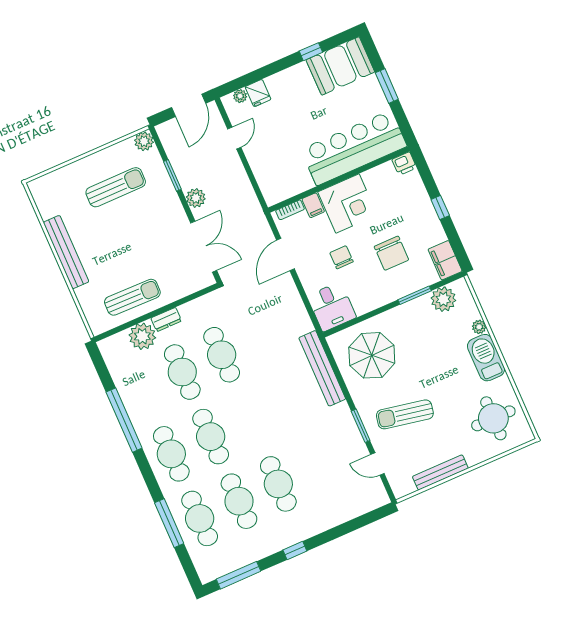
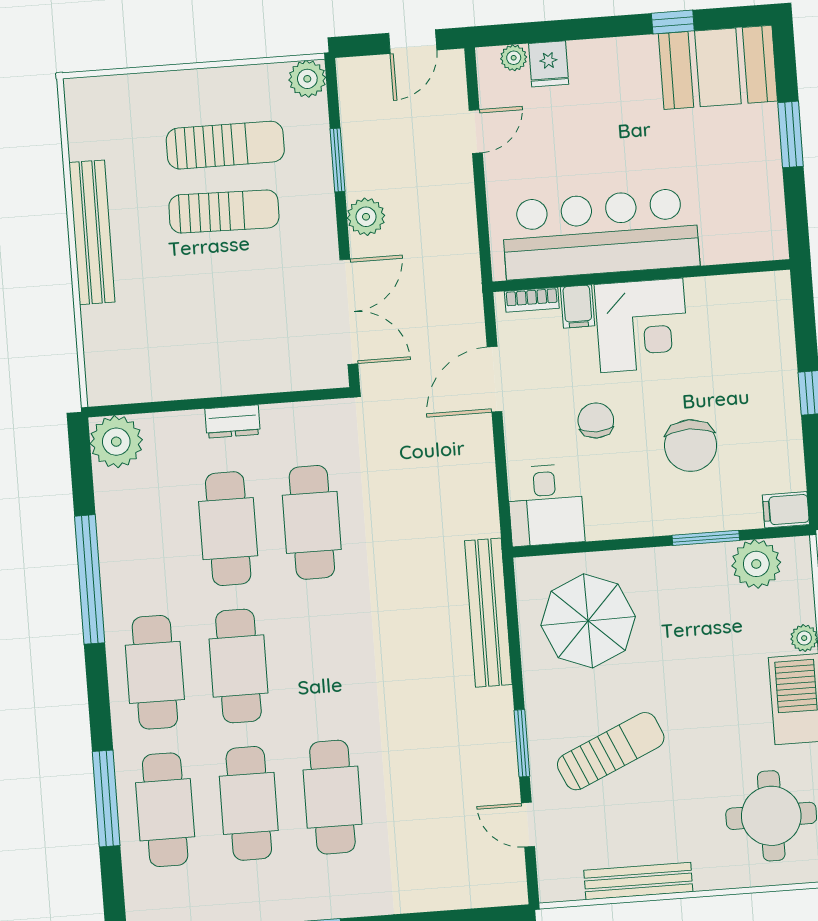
door: (189, 105) -> (413, 42), width x0.73
bar counter: (354, 148) -> (600, 234), moved
printer: (404, 164) -> (772, 289), removed
filing cabinet: (445, 260) -> (786, 510), width x0.50
sun lounger: (132, 297) -> (224, 211), moved
plant: (142, 336) -> (116, 442), moved
sun lounger: (405, 414) -> (611, 751), turned 145

